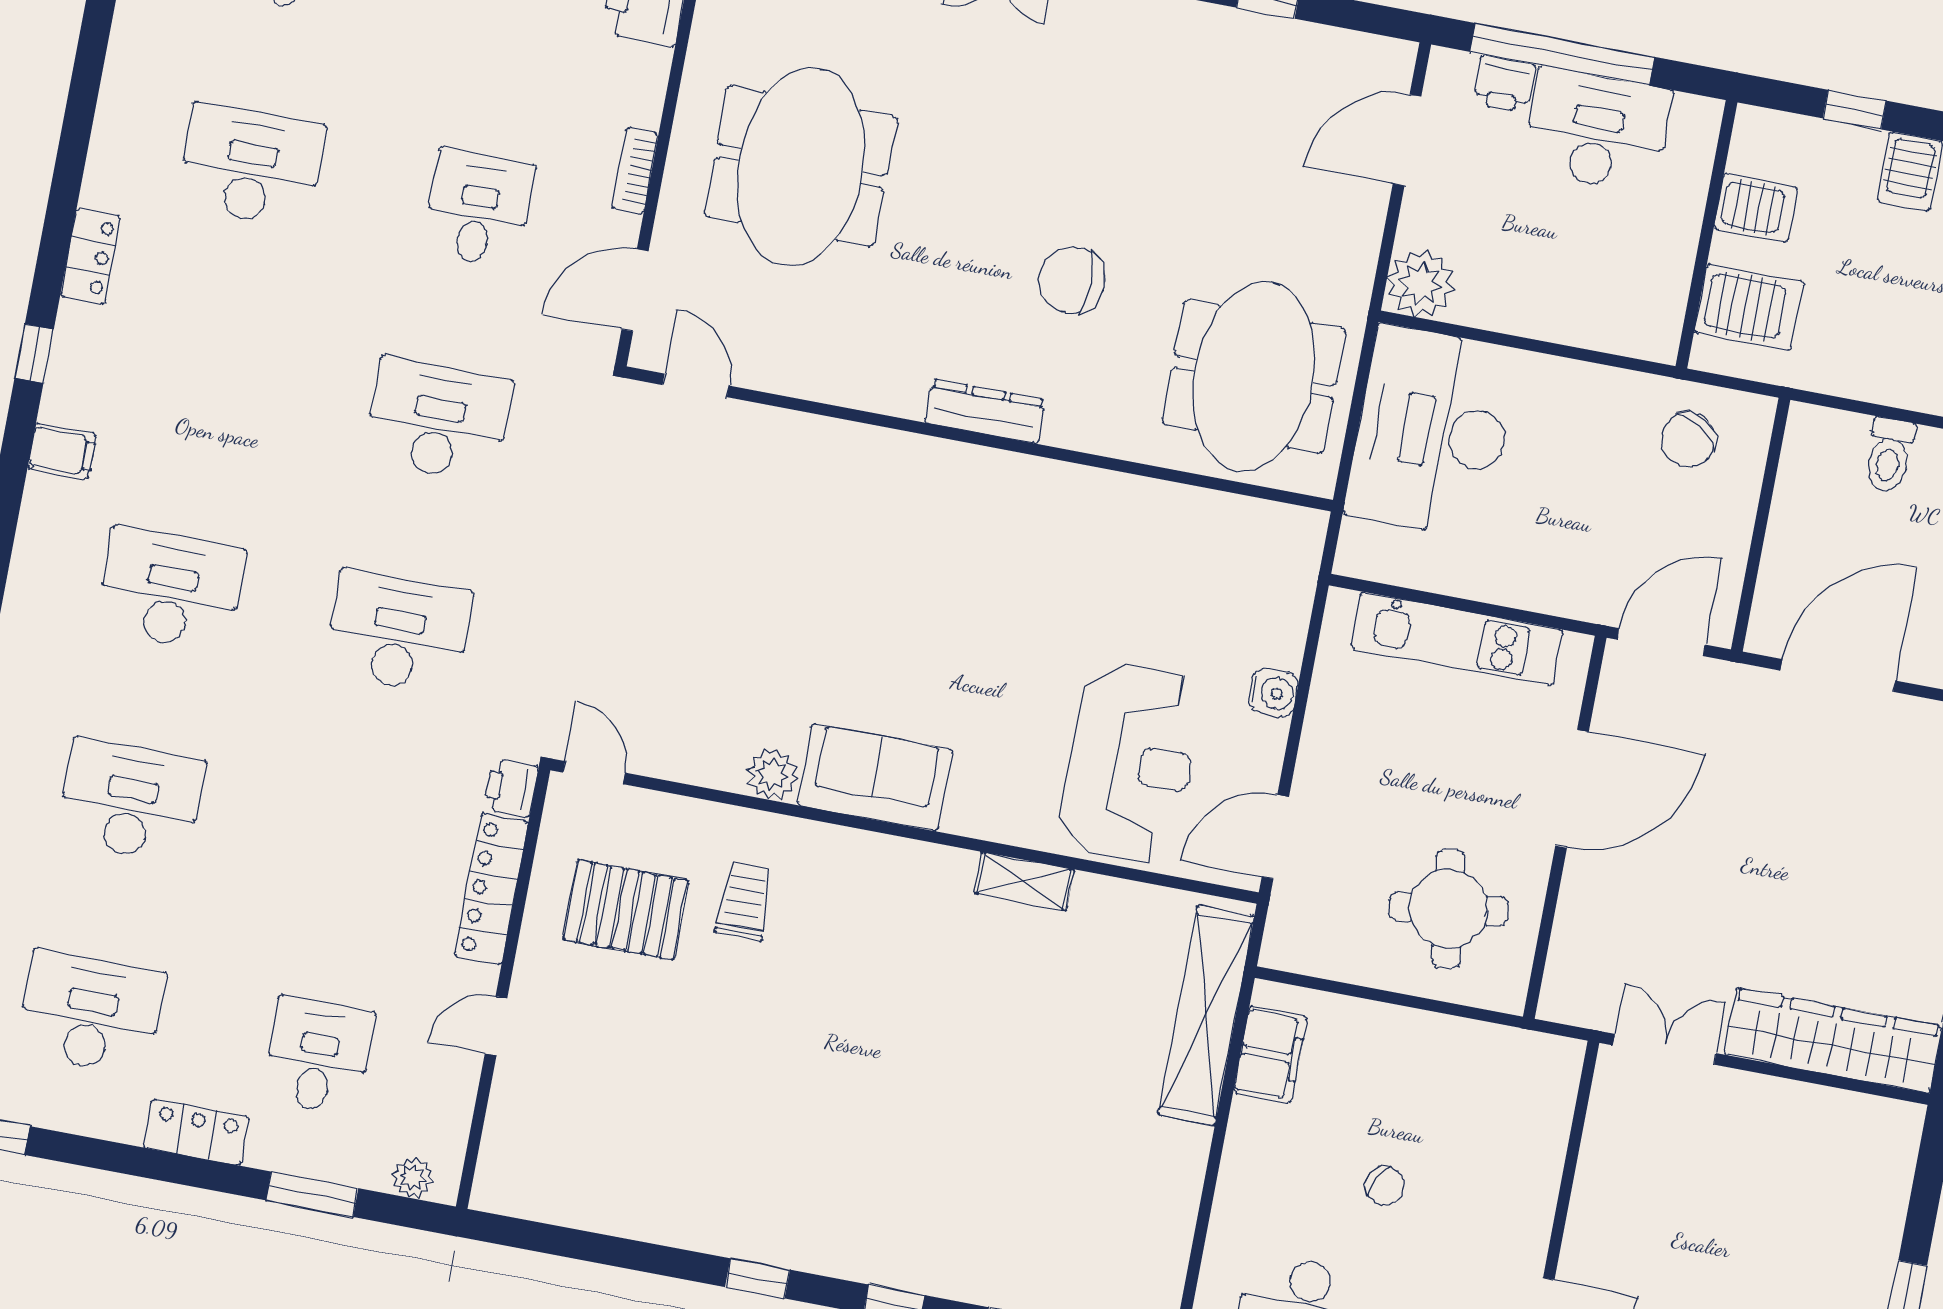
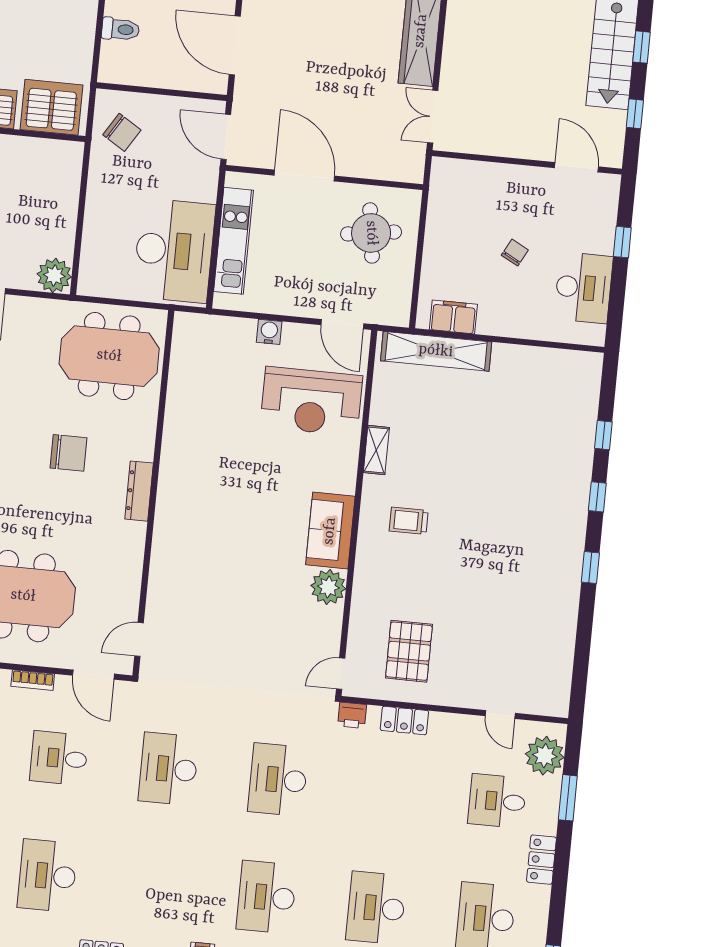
chair: (1072, 280) -> (68, 453), turned -90
server rack: (1749, 307) -> (51, 107), width x1.60
desk: (1432, 432) -> (174, 251), moved, turned -90
reception desk: (1130, 763) -> (311, 401), turned 180
plant: (772, 775) -> (328, 587), width x1.36, depth x1.36
locker: (491, 889) -> (404, 721), width x0.66
trolley: (744, 901) -> (409, 521), moved
door: (496, 1026) -> (500, 715), moved
plant: (413, 1178) -> (545, 756), width x1.88, depth x1.88

